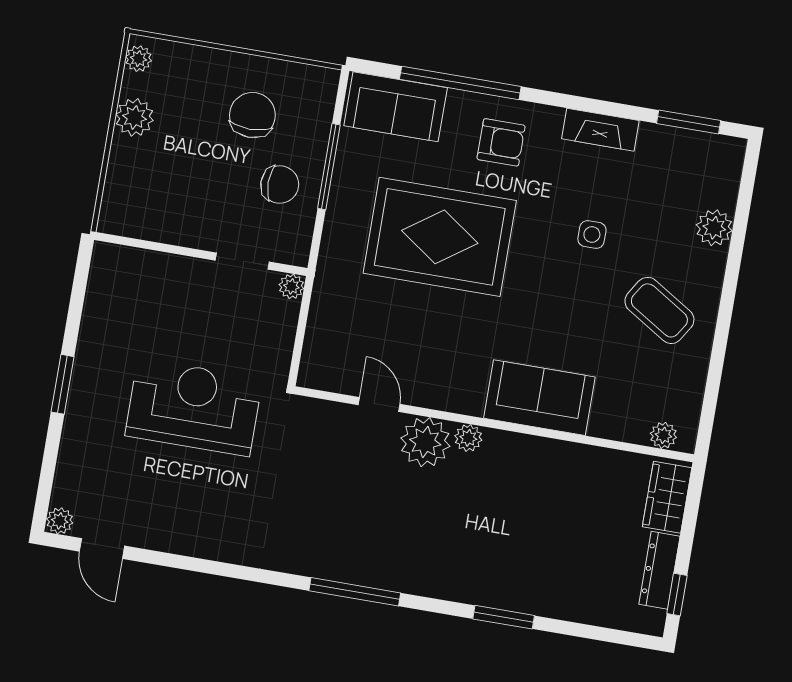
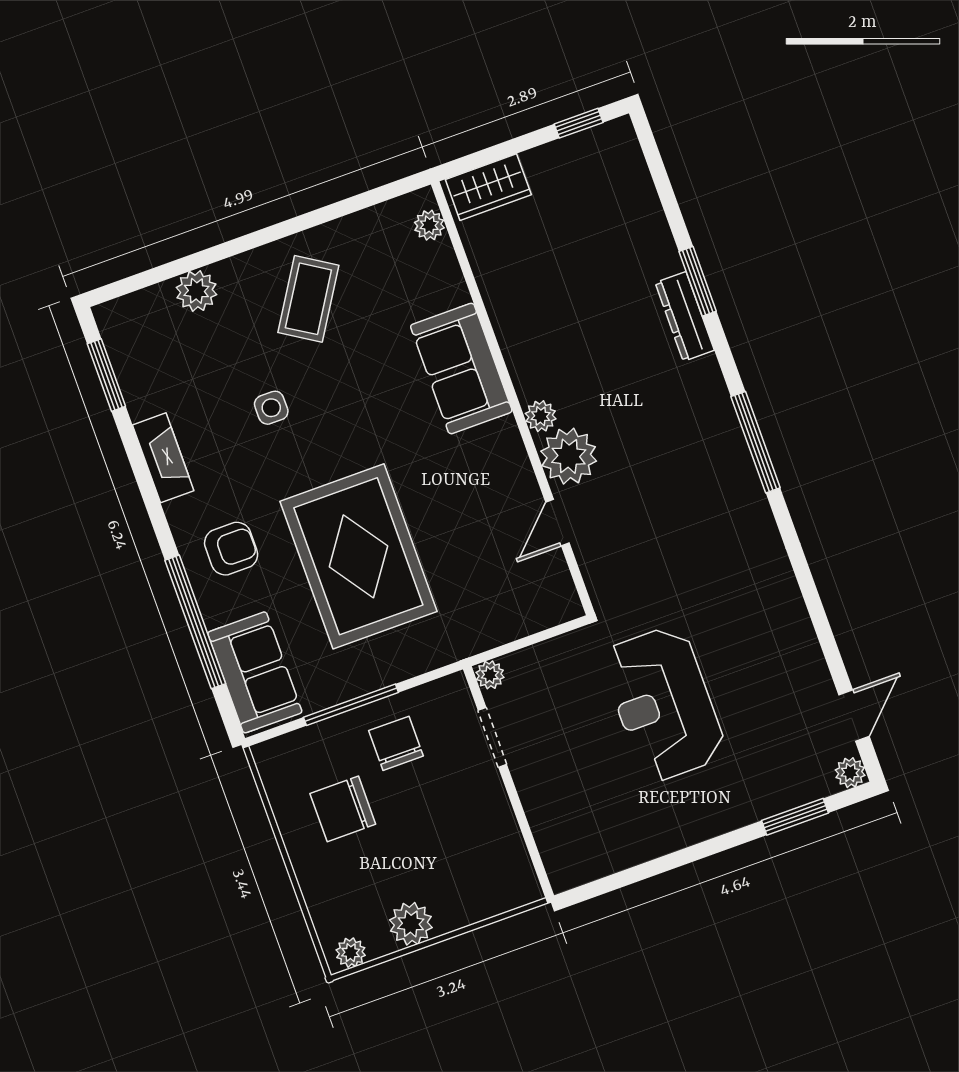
armchair: (501, 142) -> (231, 549), turned 90
window: (63, 384) -> (795, 817), moved
dresser: (659, 570) -> (685, 316), moved, turned 90

